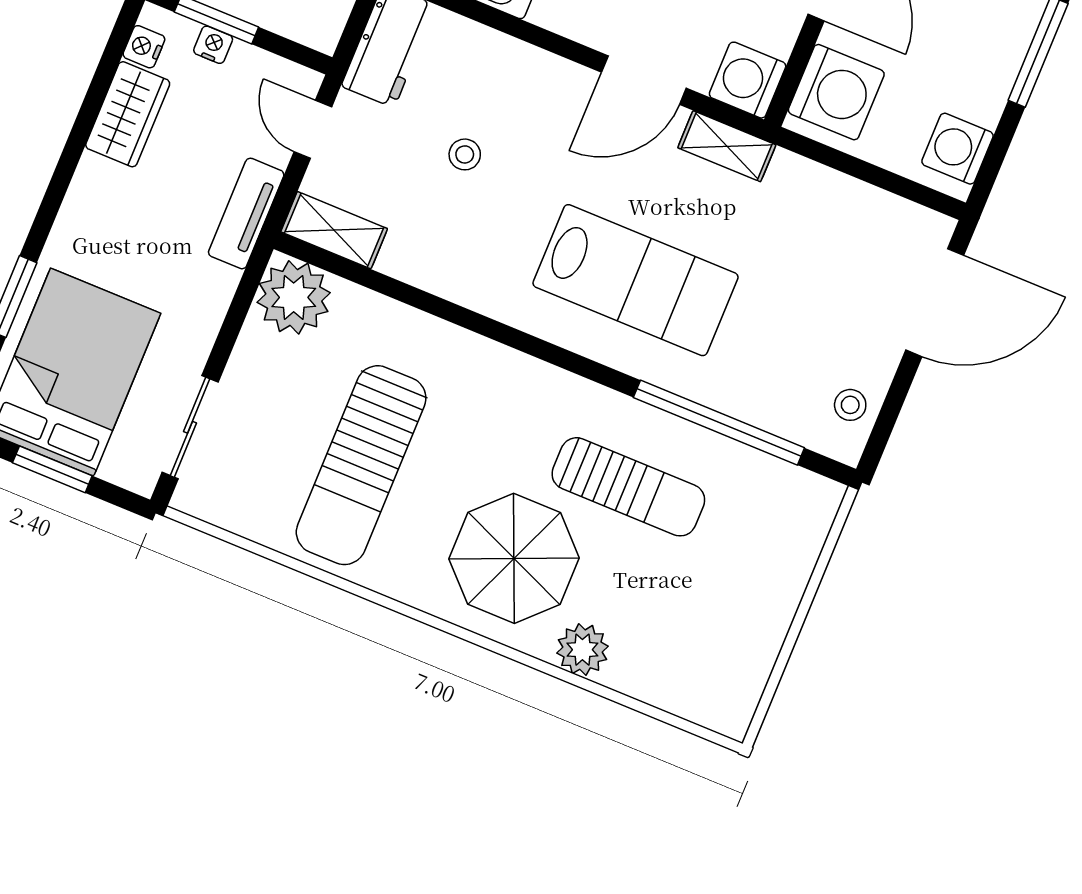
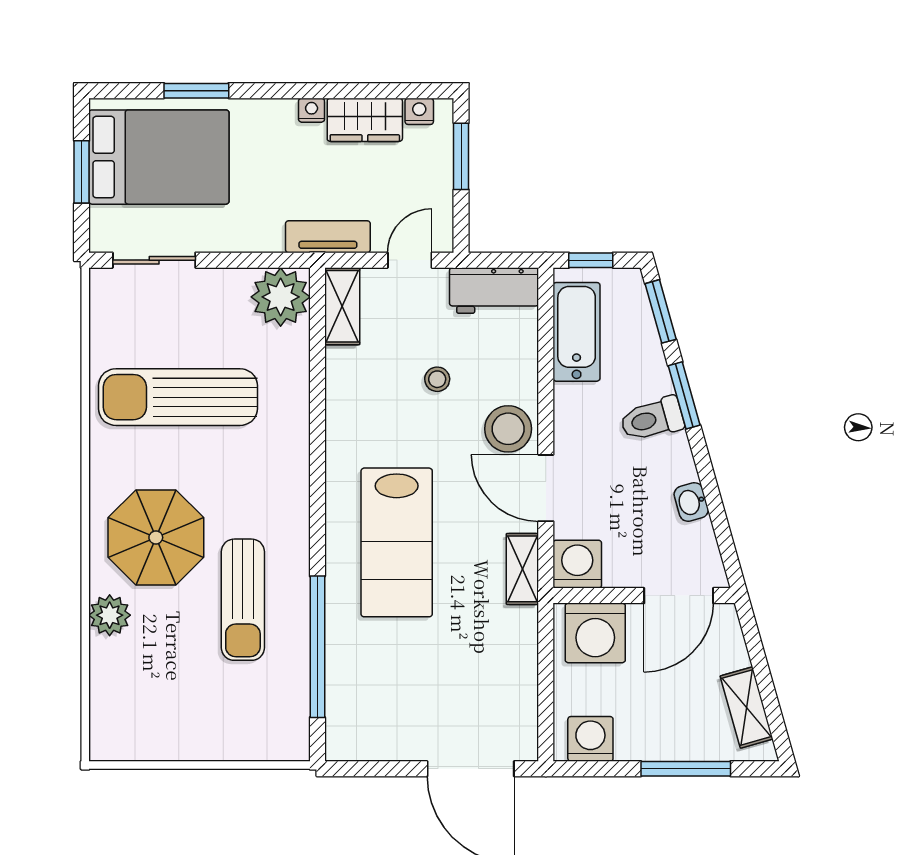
nightstand: (213, 45) -> (312, 110), moved, turned -90
stool: (850, 405) -> (508, 429), moved, width x1.89, depth x1.89

